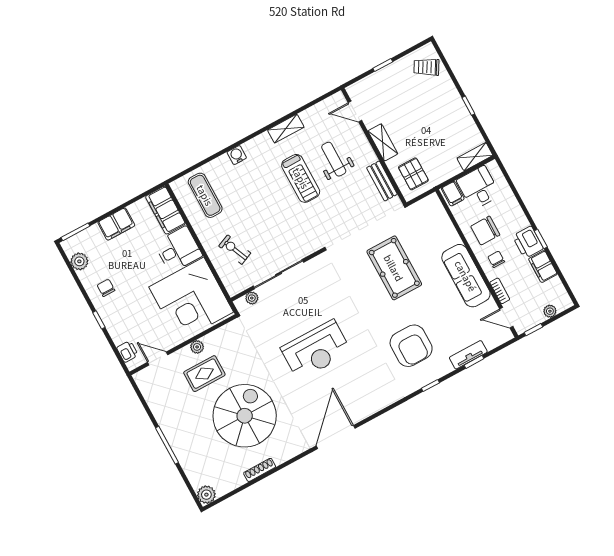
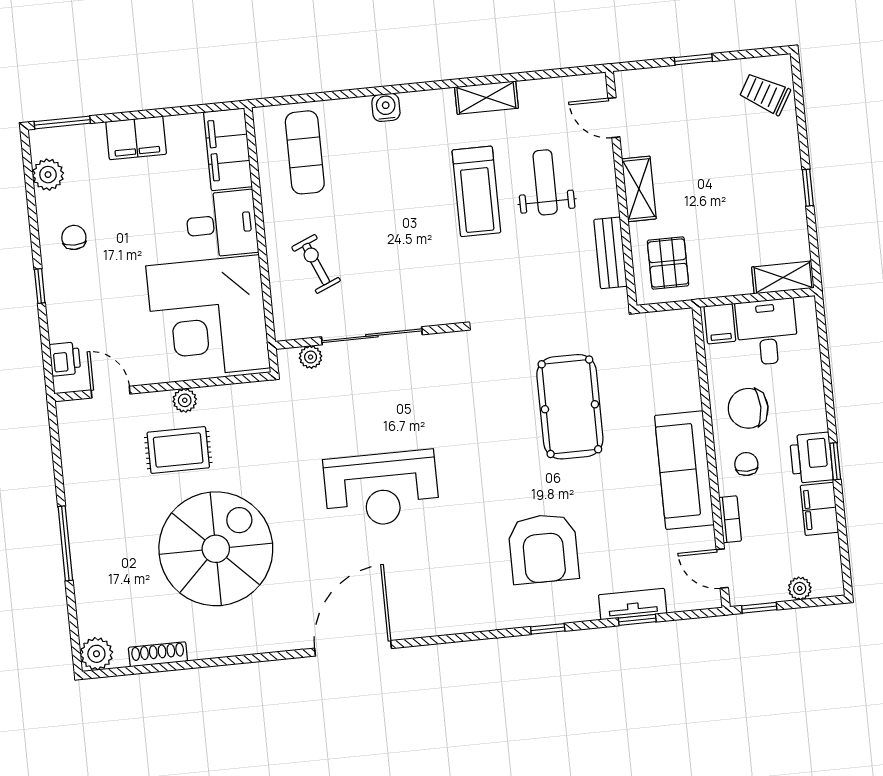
shoe rack: (260, 470) -> (158, 654), moved

